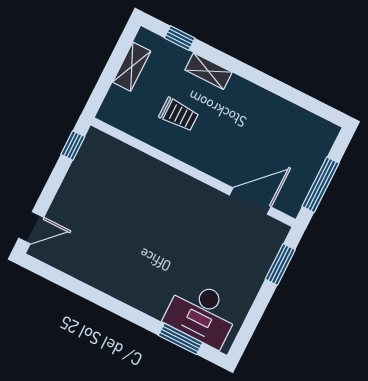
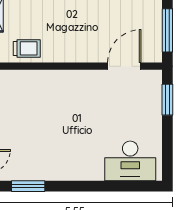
trolley: (179, 115) -> (27, 48), moved
window: (180, 339) -> (28, 186), moved

